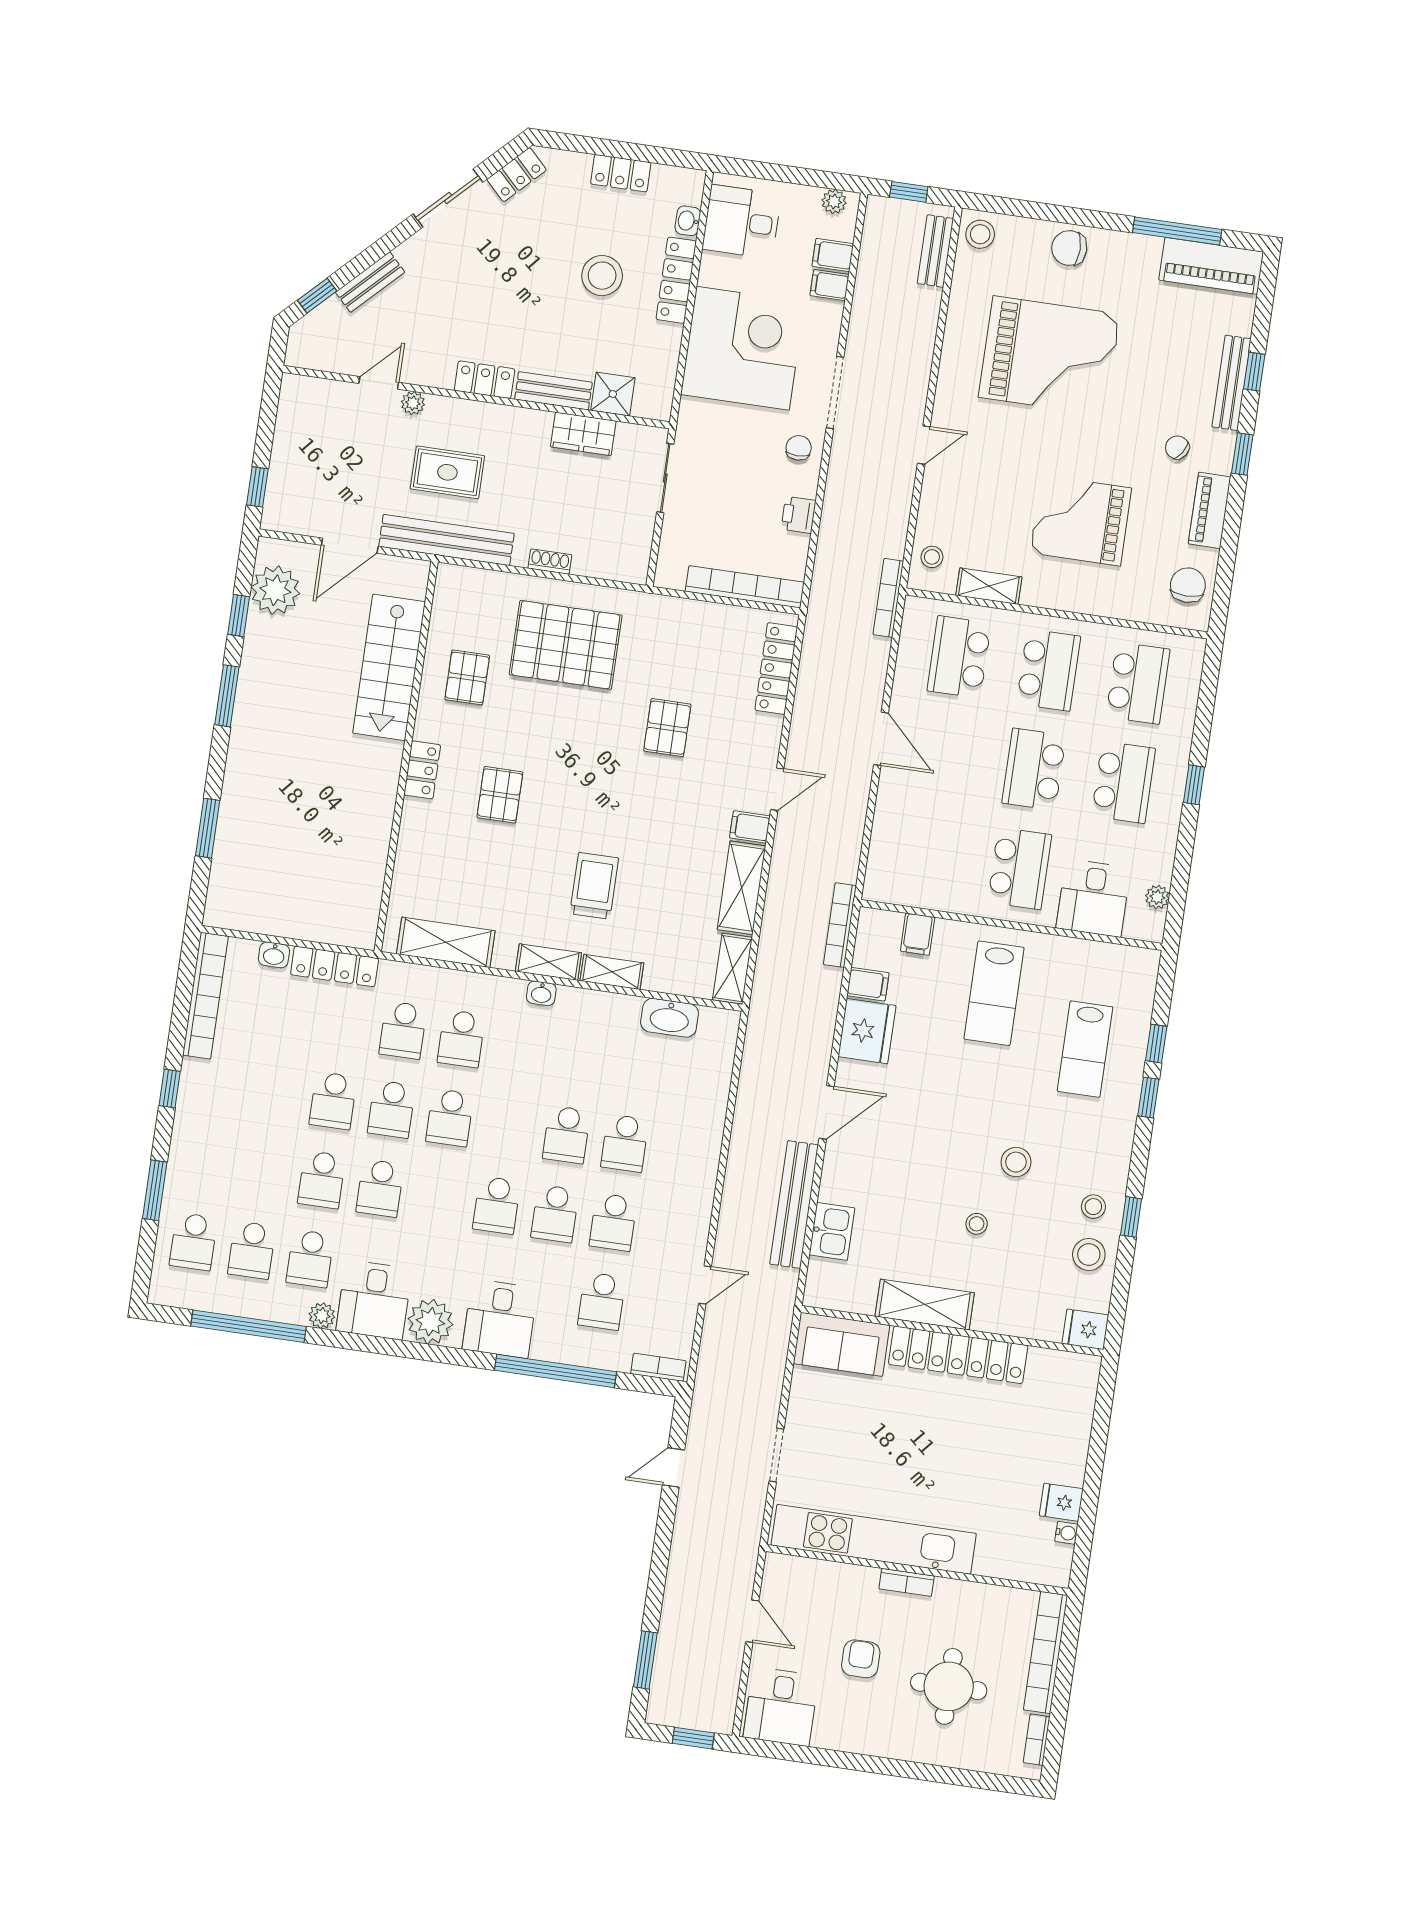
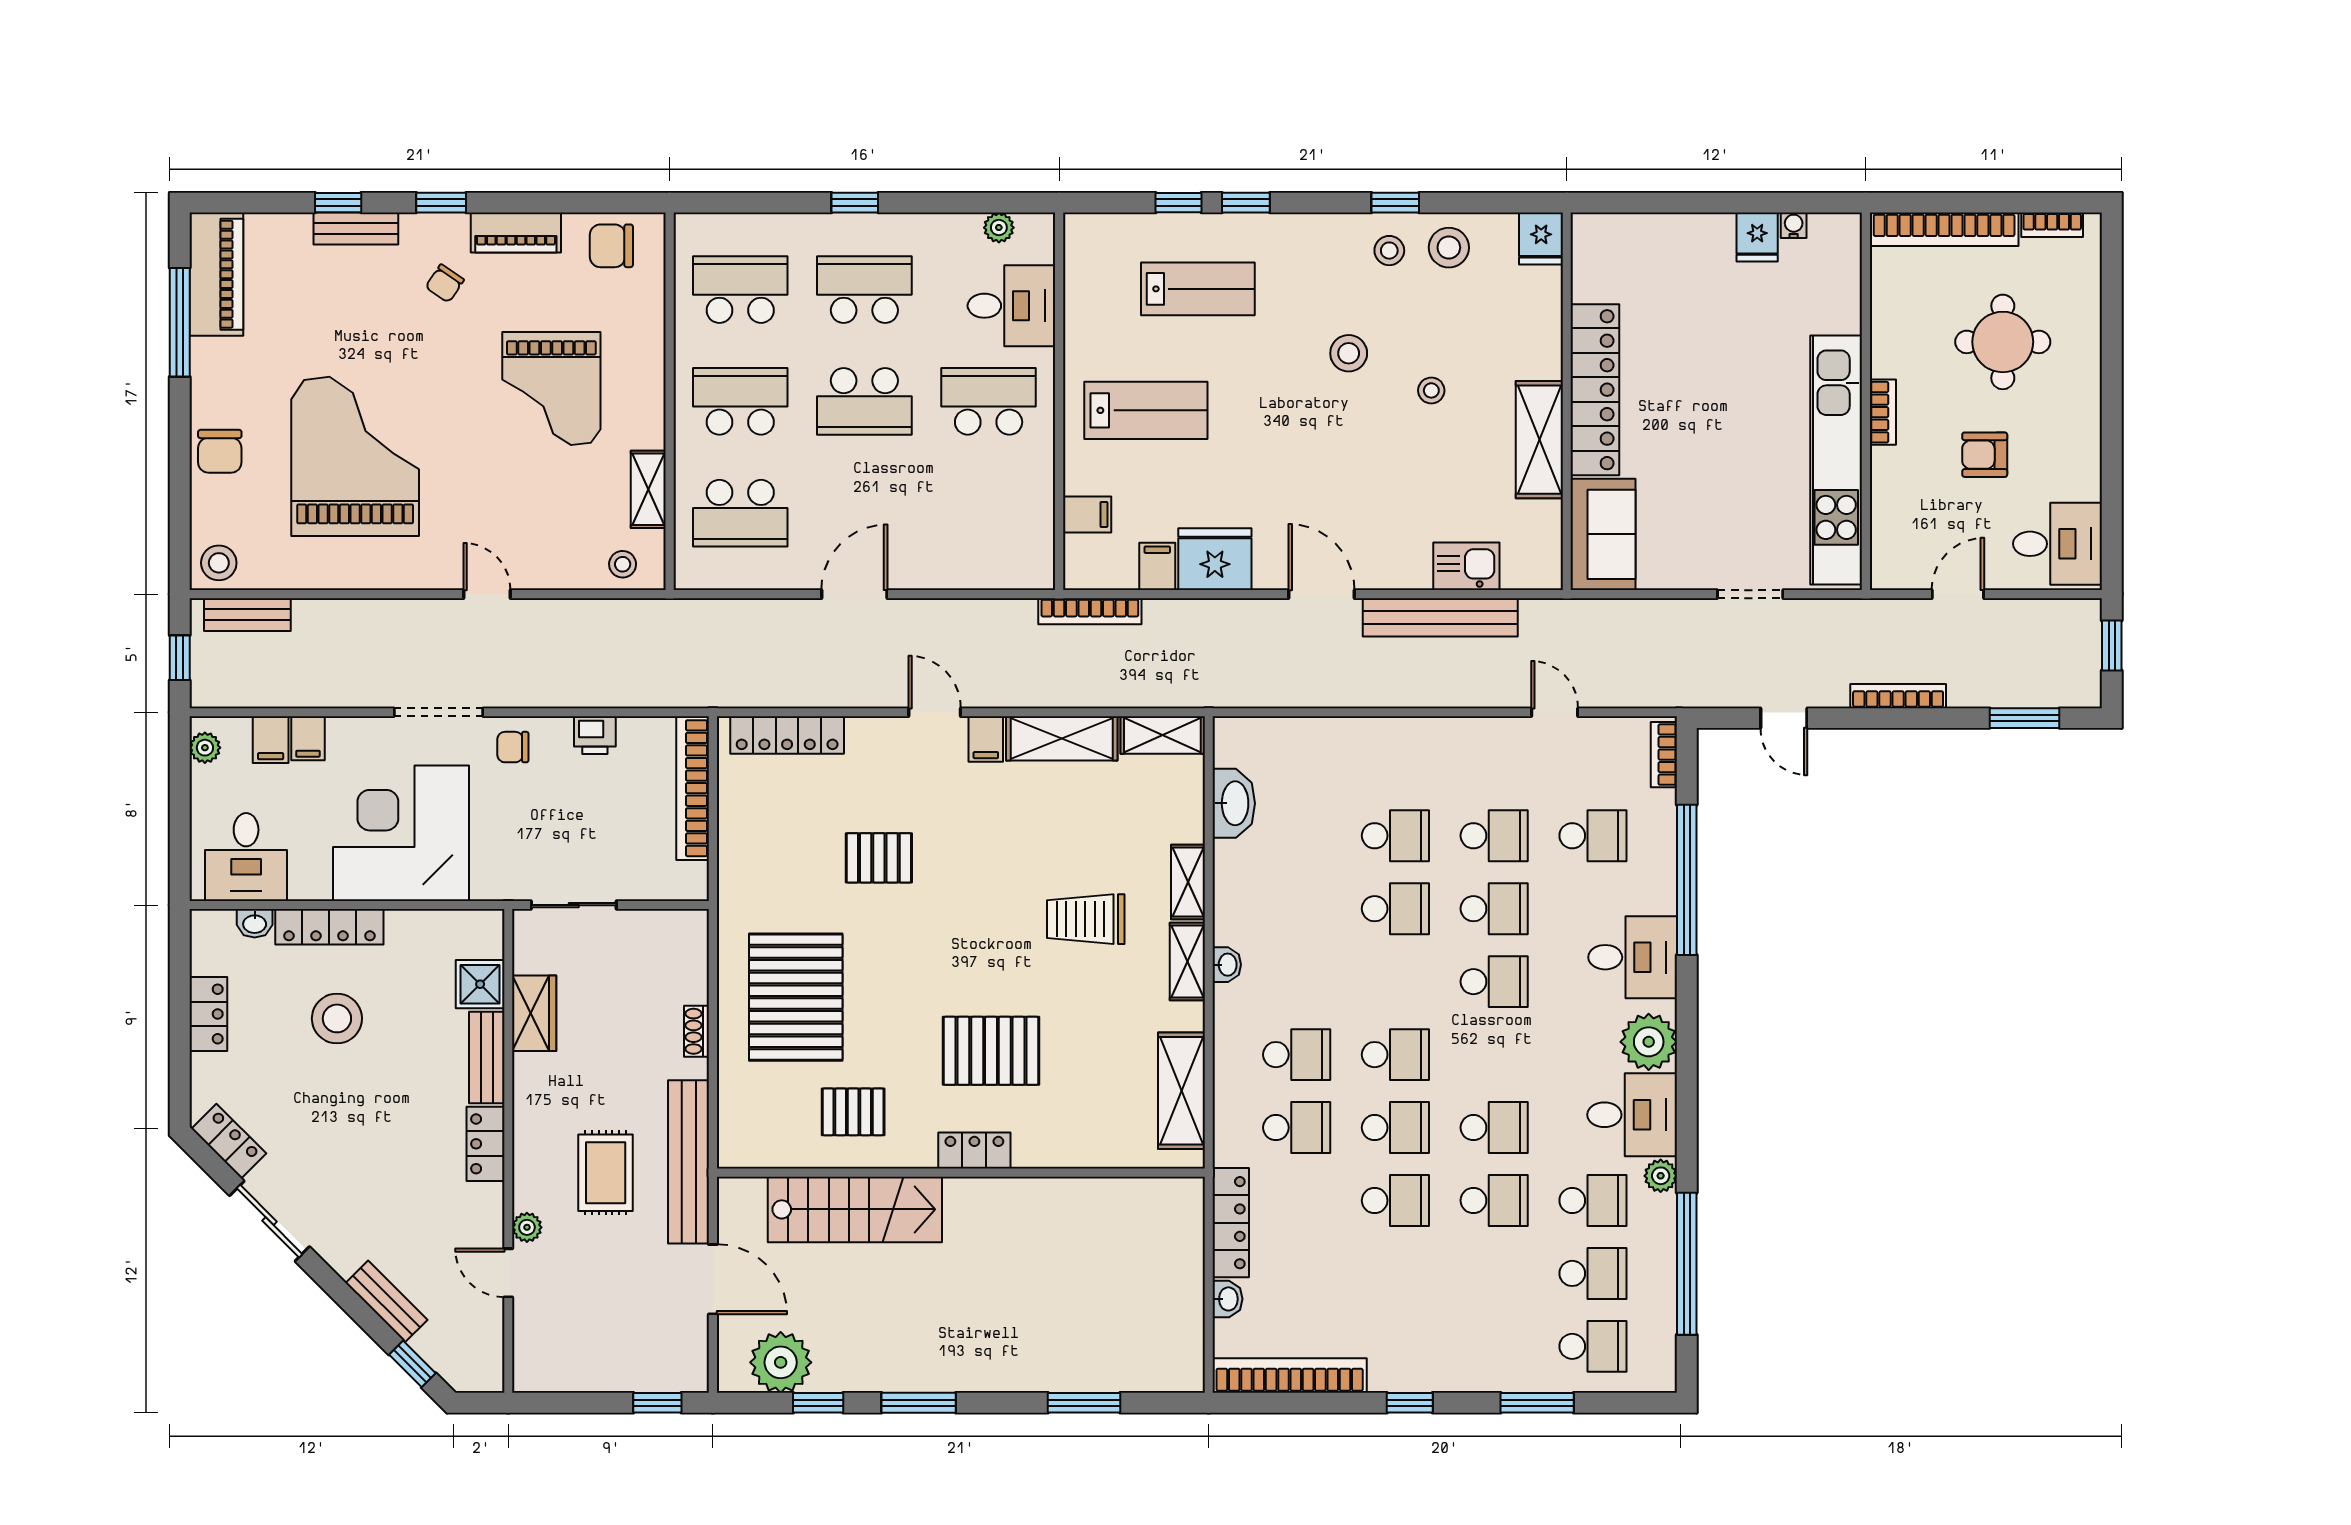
bench: (1231, 383) -> (356, 229), width x0.73
bookcase: (888, 598) -> (1898, 696), moved, turned 180
pallet: (500, 795) -> (991, 1051), width x1.50, depth x1.42

